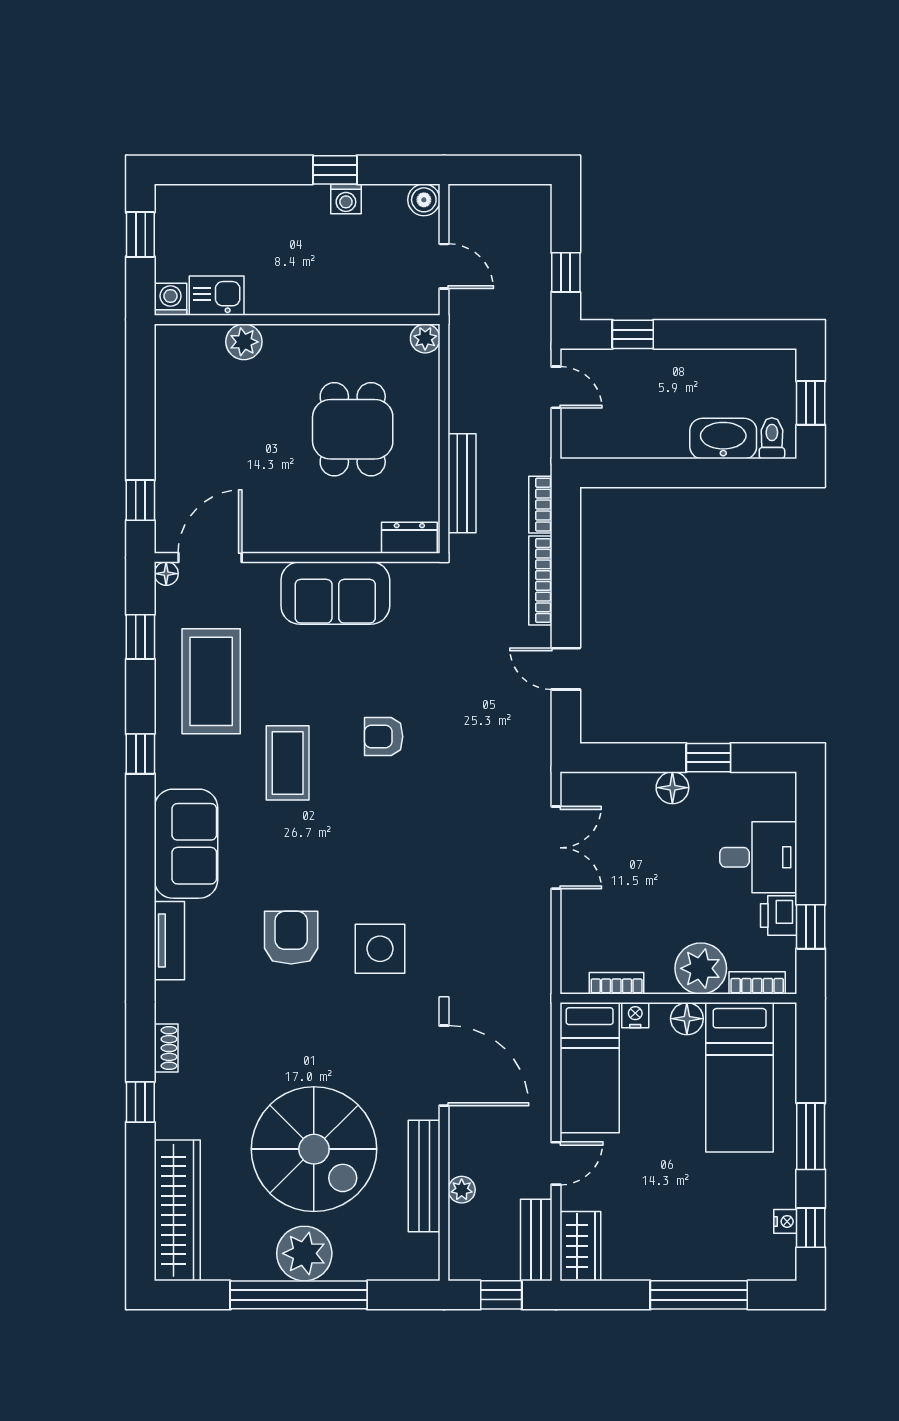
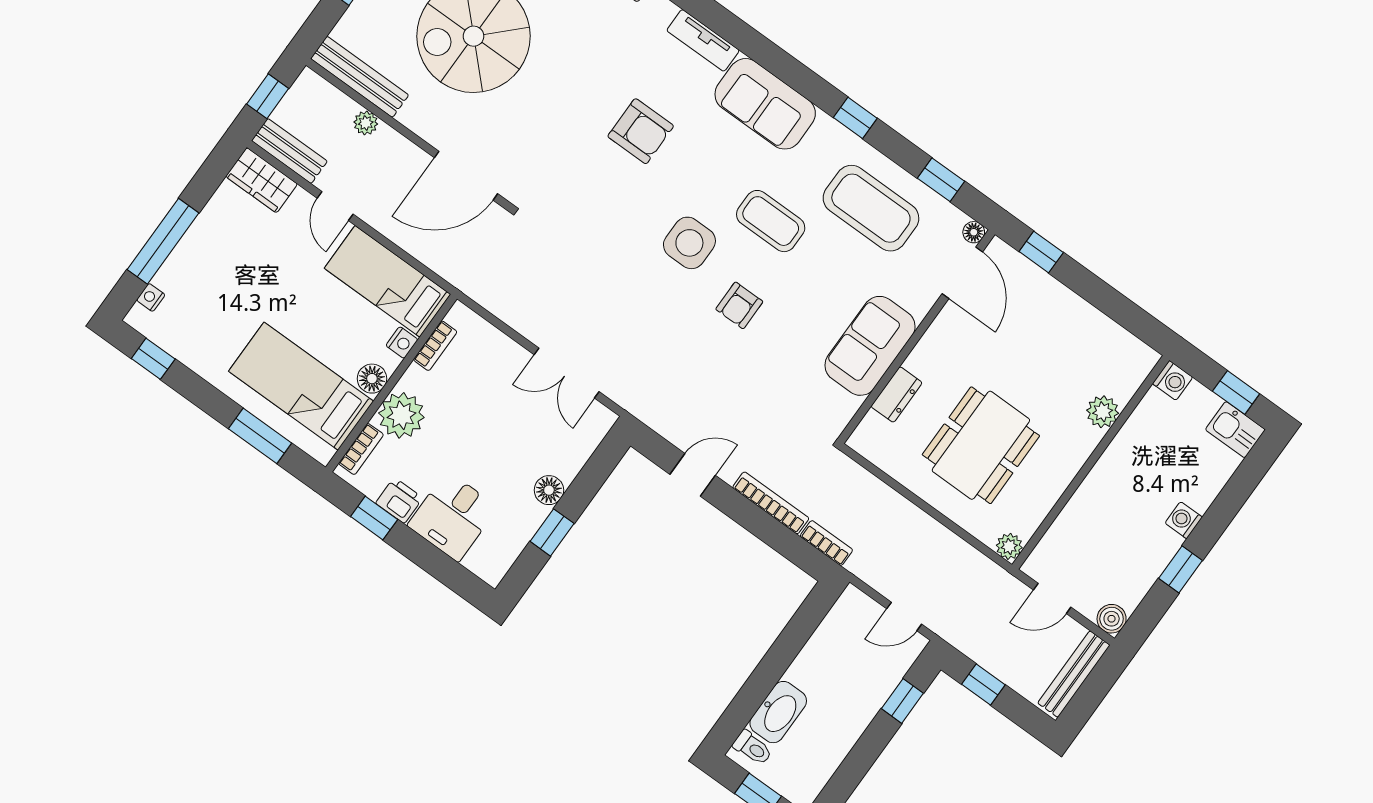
washing machine: (346, 199) -> (1184, 520), moved
kitchen sink: (217, 296) -> (1235, 430), moved, turned 90
dining table: (353, 429) -> (981, 445), width x1.38
bench: (462, 483) -> (1074, 674), moved, turned 90
dresser: (409, 538) -> (897, 395), moved
armchair: (384, 737) -> (739, 305), turned 180
side table: (380, 949) -> (689, 243), moved
window: (811, 1136) -> (260, 436), moved
bench: (424, 1176) -> (360, 77), moved
nightstand: (785, 1221) -> (151, 297), moved, turned 90

